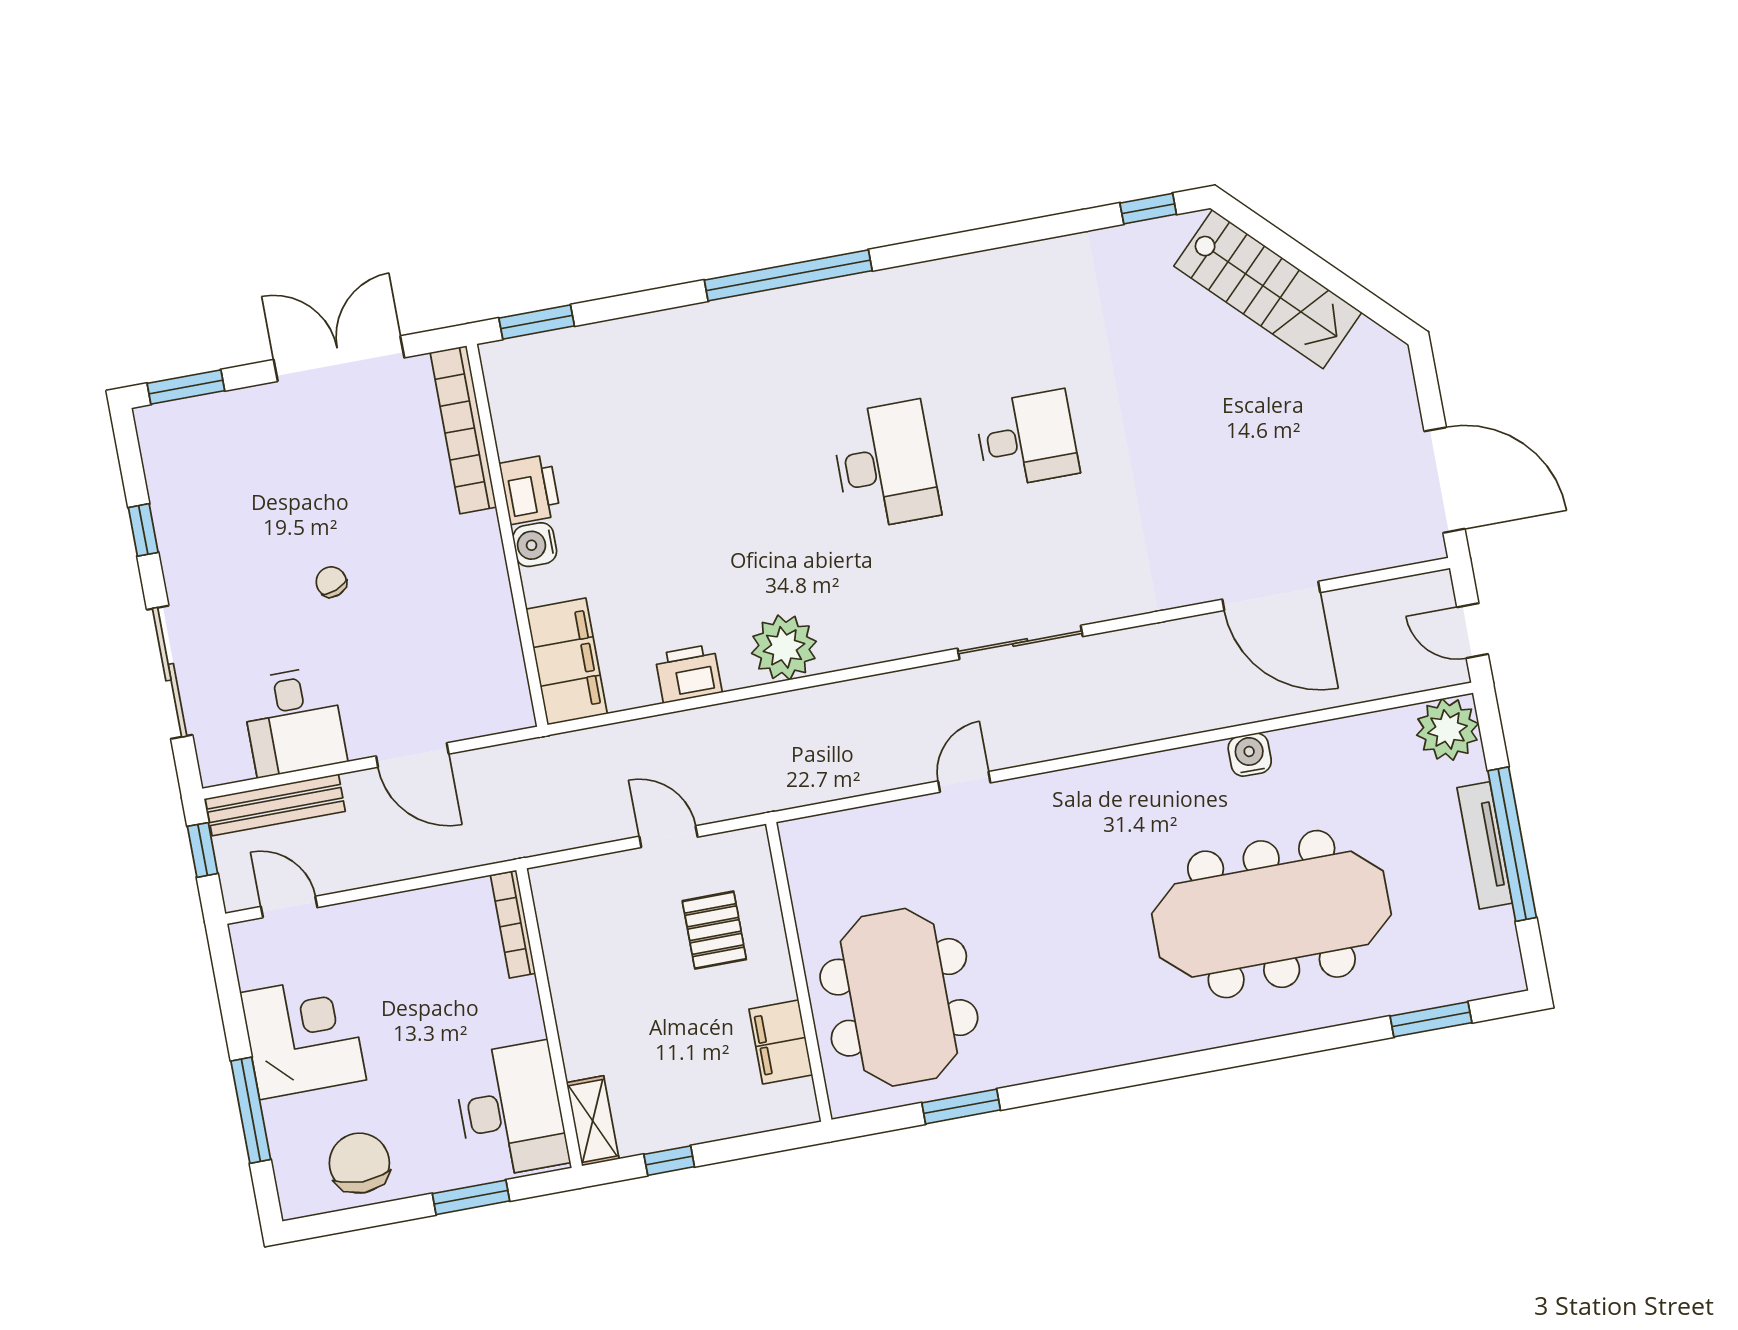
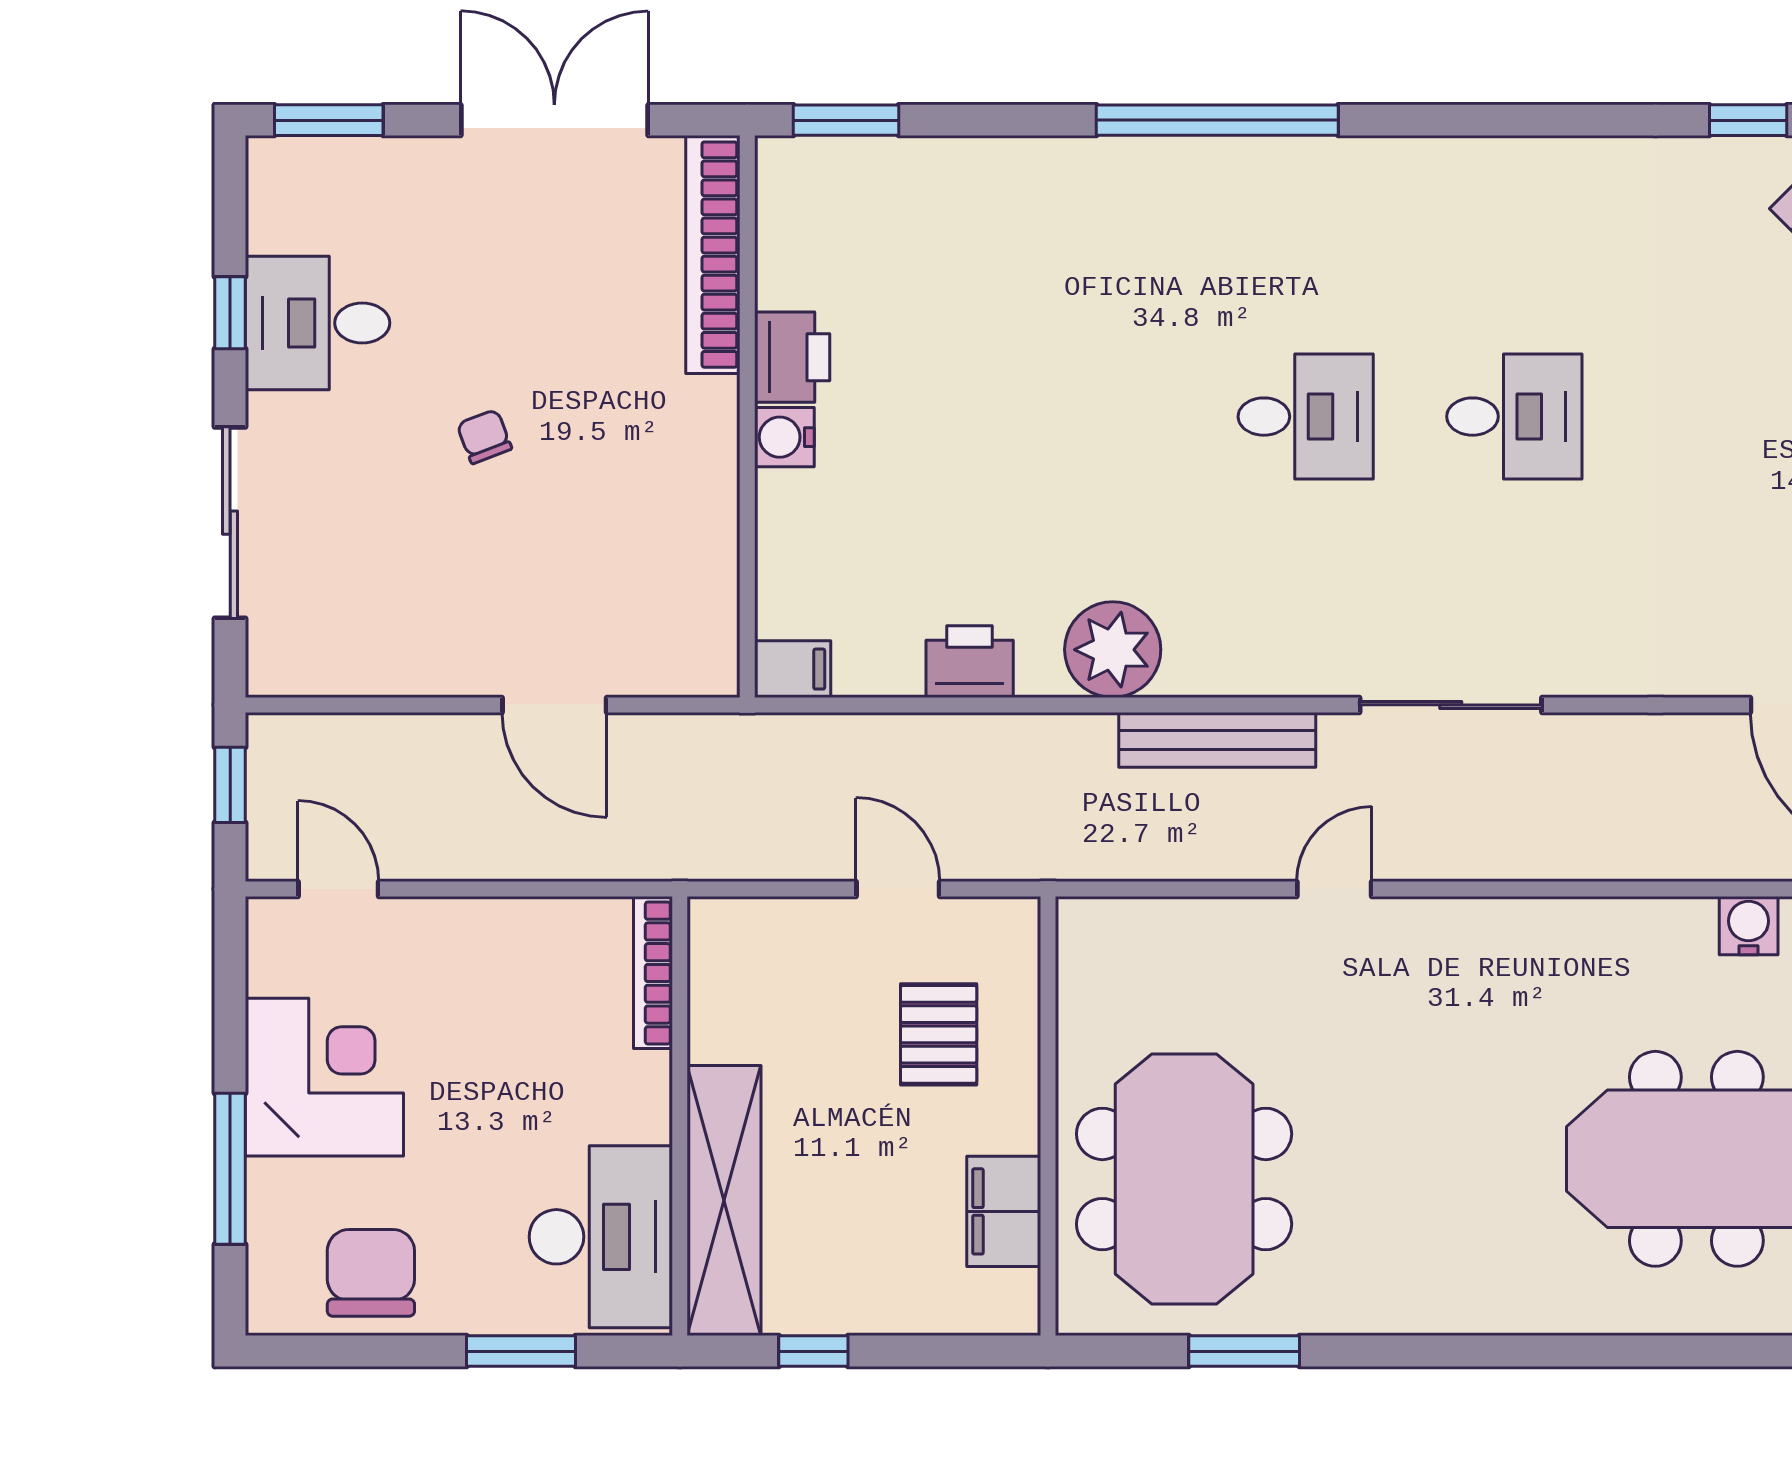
desk: (886, 465) -> (1306, 417), width x0.73
filing cabinet: (567, 661) -> (793, 669), width x0.33, depth x0.86
desk: (294, 721) -> (318, 323), moved, turned 90
bench: (275, 805) -> (1217, 740), moved
shelving: (593, 1121) -> (724, 1201), width x2.20, depth x1.33

